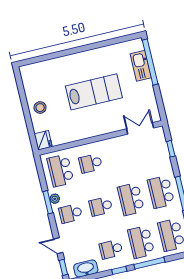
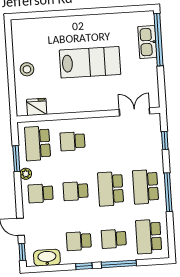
fridge: (43, 140) -> (37, 107), moved, turned -90
window: (48, 202) -> (16, 159), moved
school desk: (141, 242) -> (114, 239), width x0.54

